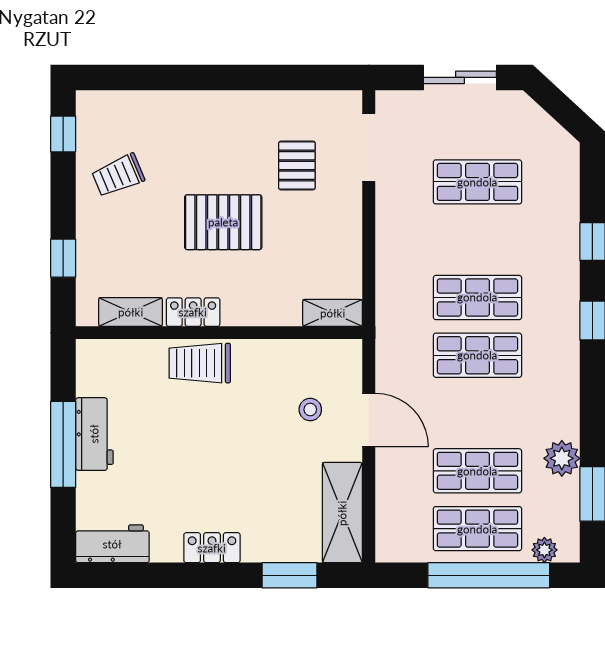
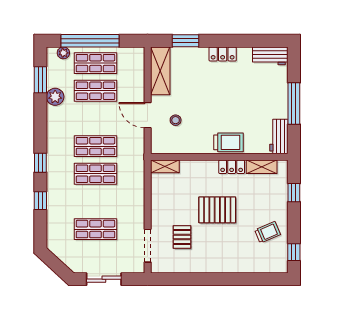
workbench: (94, 434) -> (279, 137), moved

